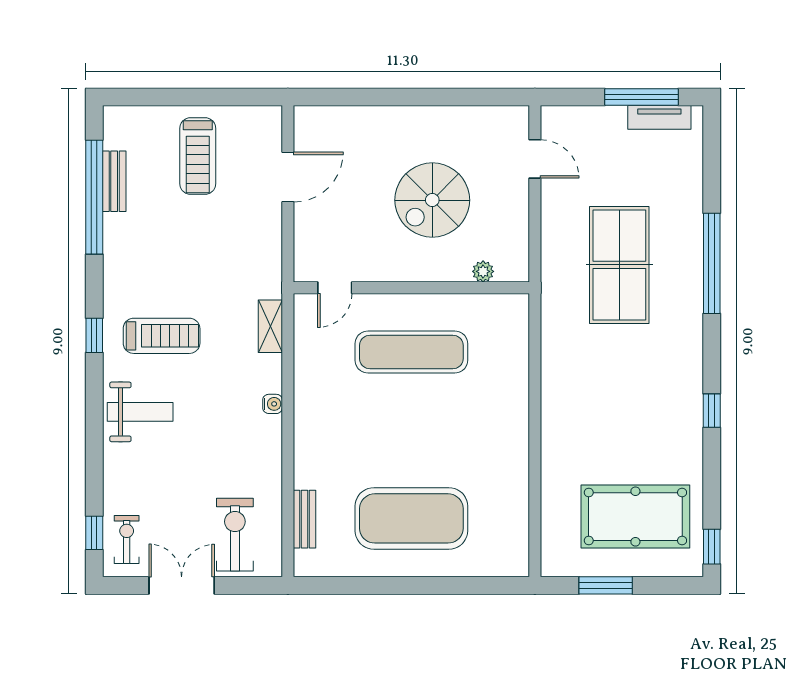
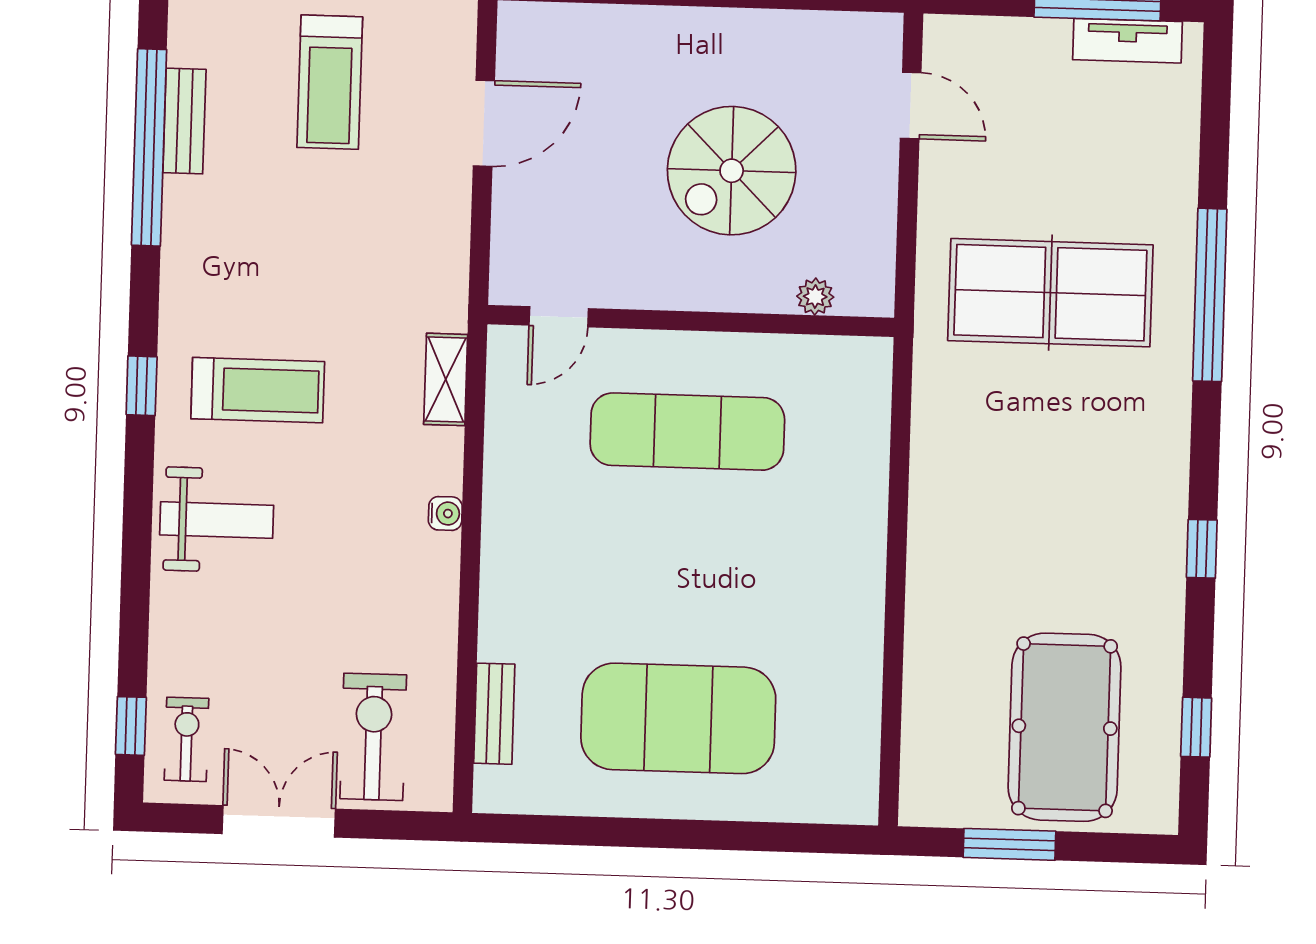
table tennis table: (619, 265) -> (1050, 293), turned 90
pool table: (635, 517) -> (1065, 727), turned 90
window: (712, 547) -> (1196, 727), moved

